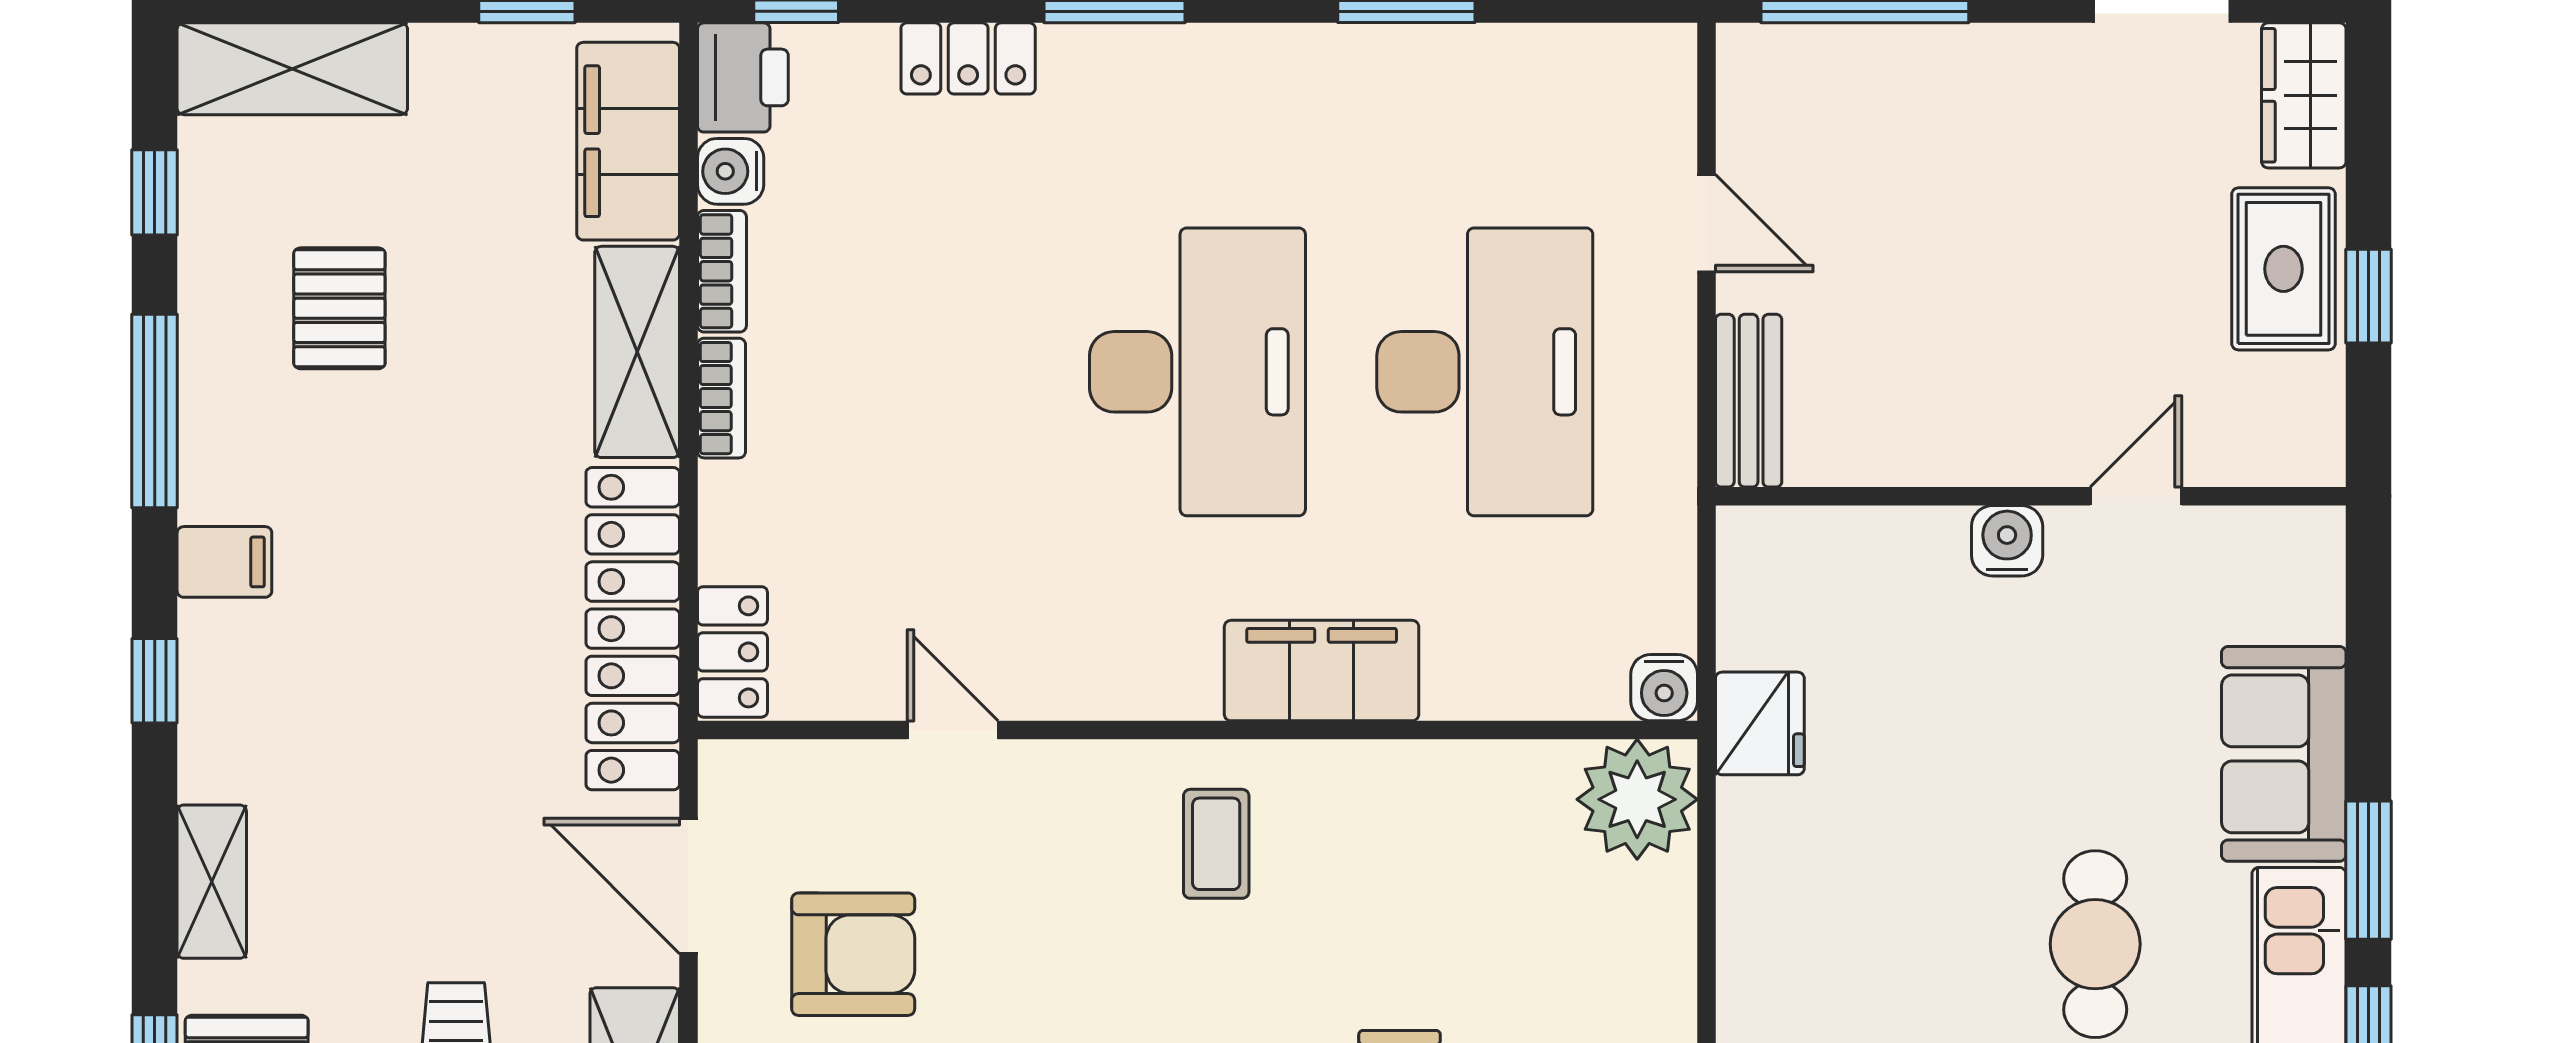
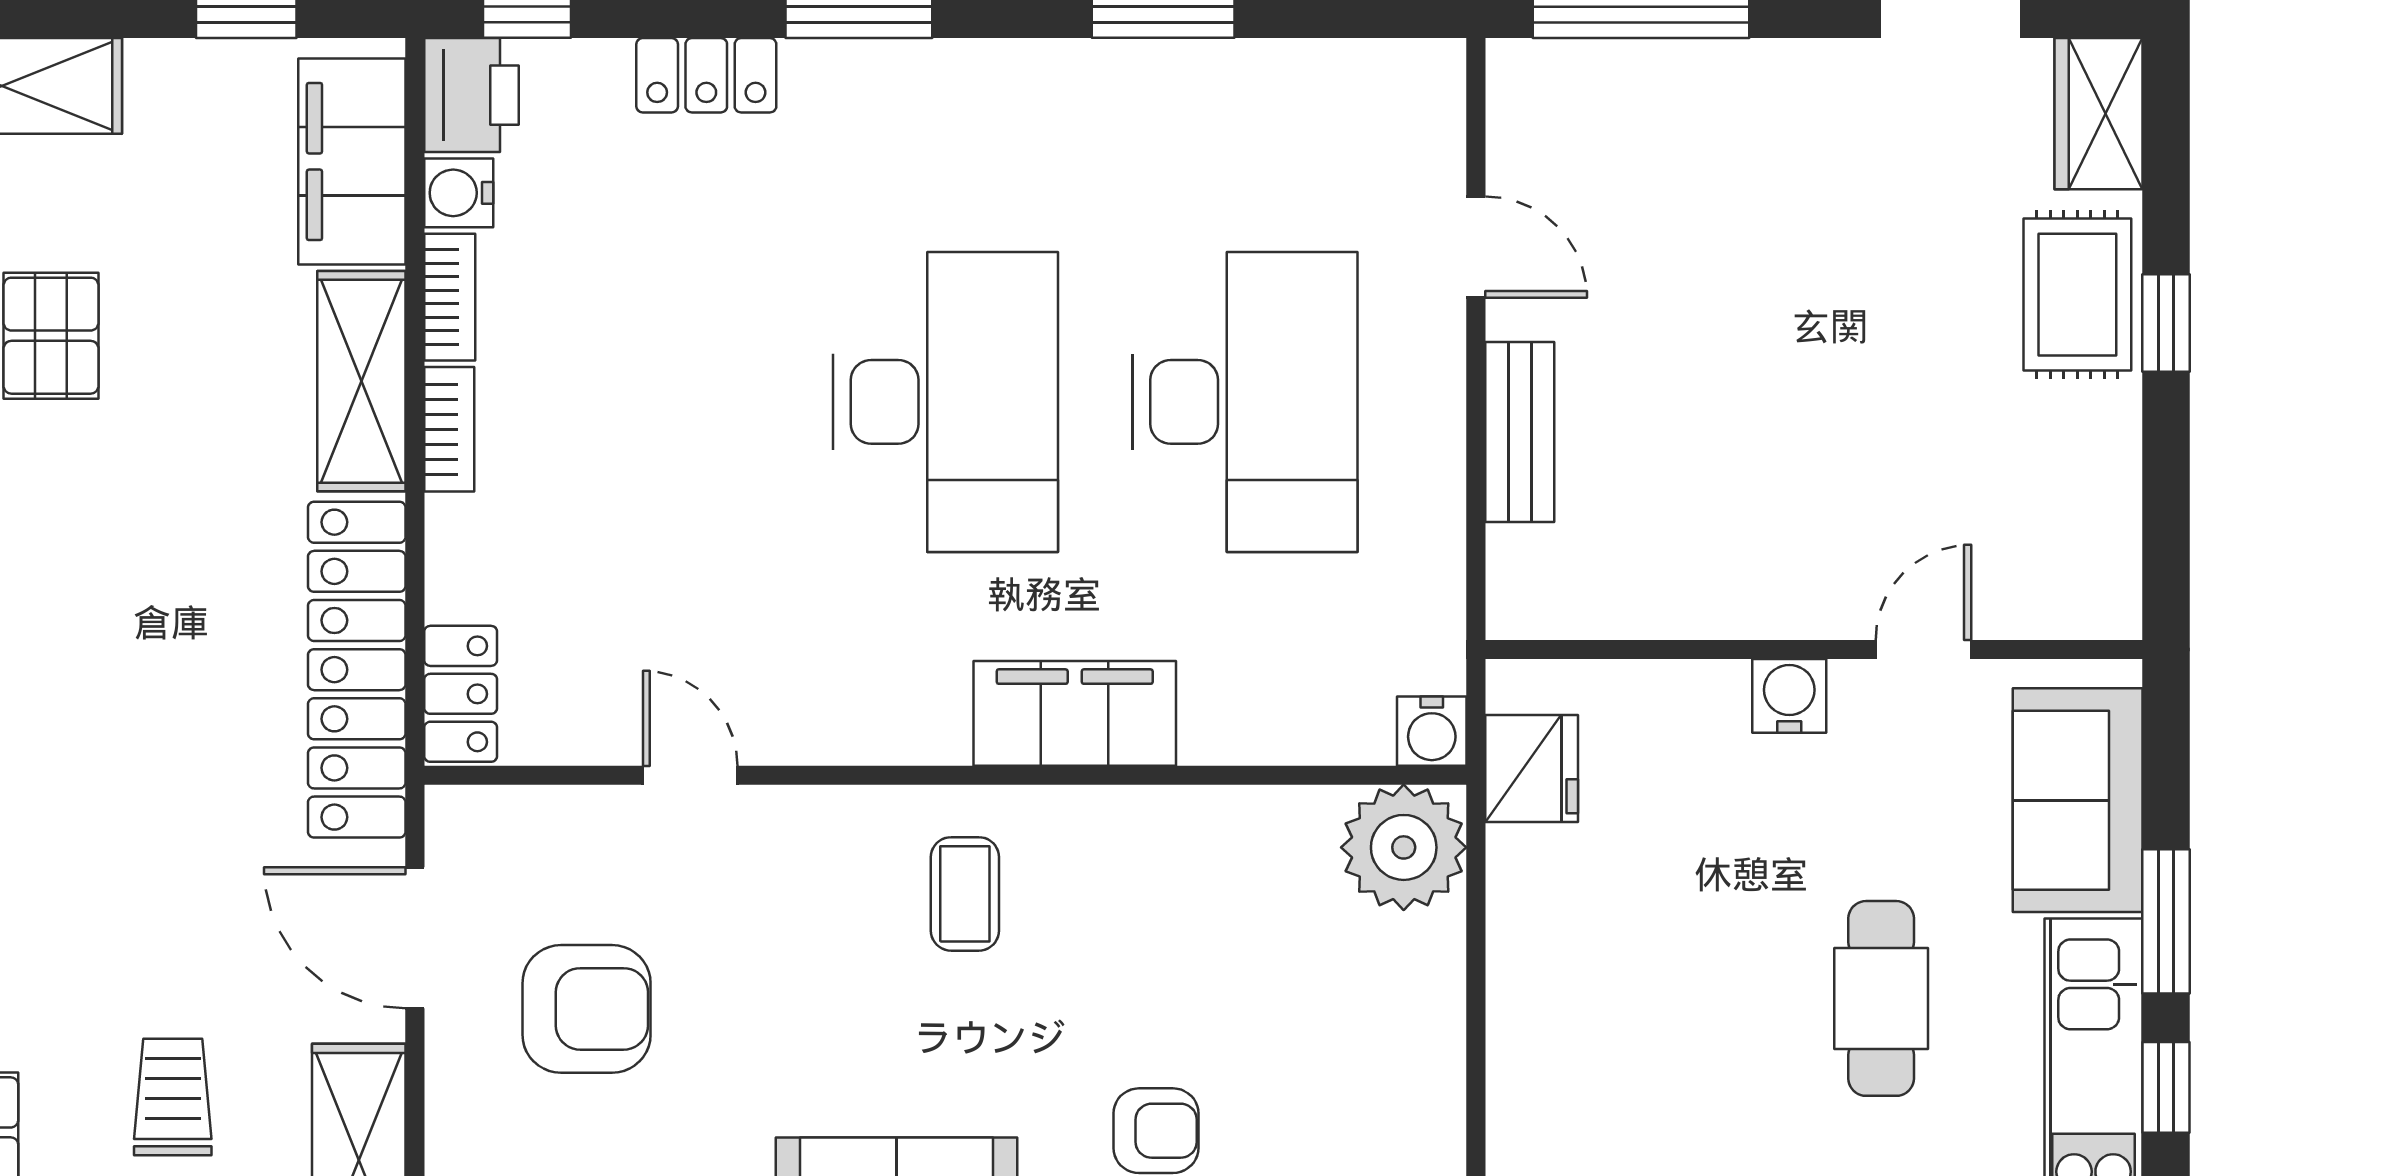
wall: (2031, 496) -> (1814, 649), moved
door: (2136, 496) -> (1923, 649), moved
water cooler: (2007, 541) -> (1789, 696), moved

